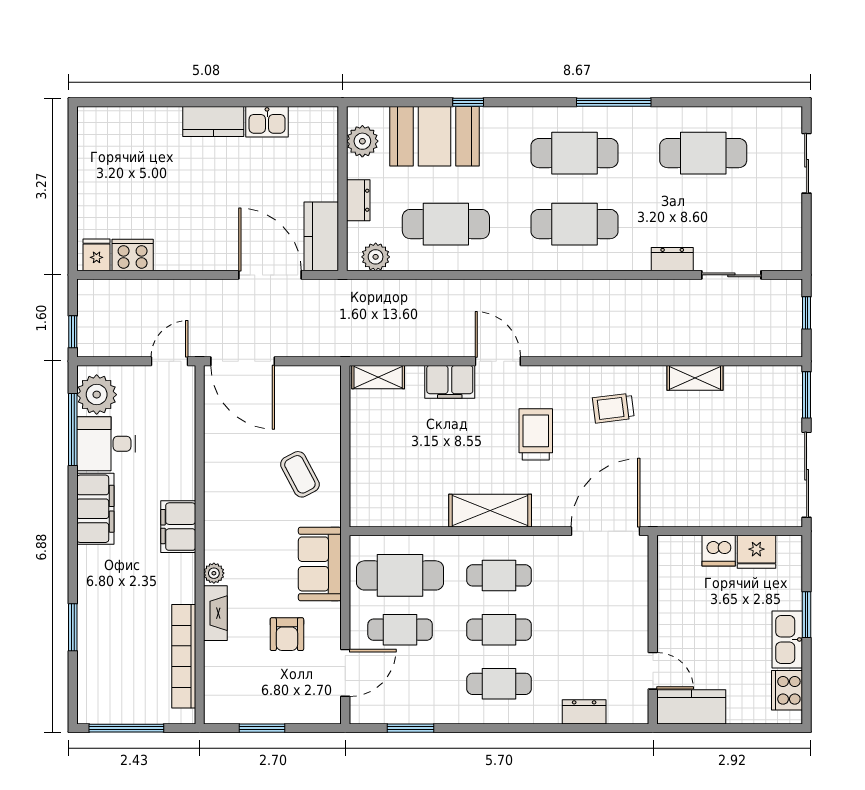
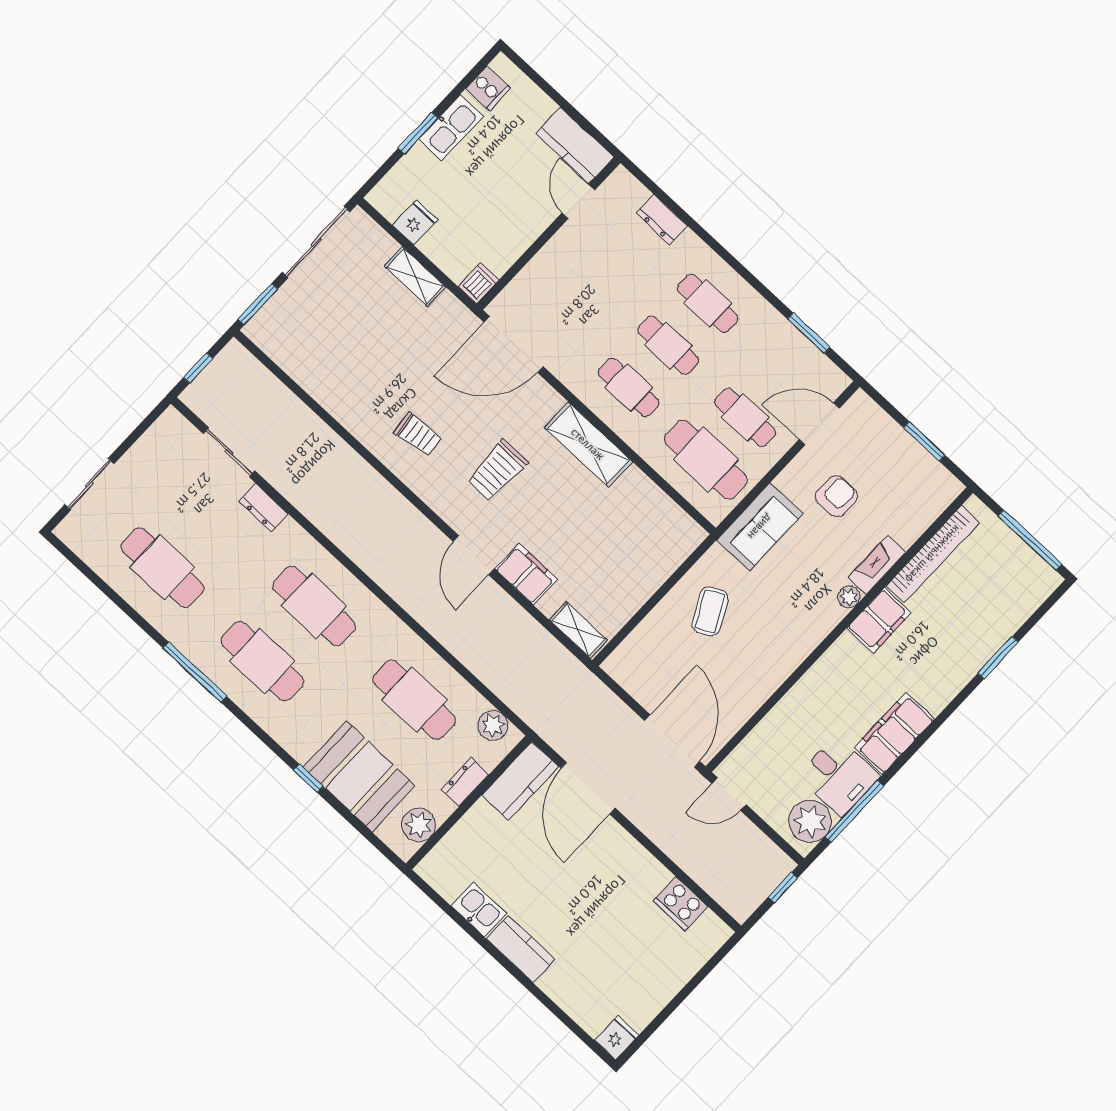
fridge: (97, 255) -> (617, 1038), moved, turned 180
shelving: (695, 378) -> (415, 276), moved
filing cabinet: (178, 527) -> (879, 620), moved
dishwasher: (719, 551) -> (479, 283), moved, width x0.73
fridge: (756, 552) -> (415, 222), width x0.72
cooker: (787, 690) -> (488, 88), width x0.73

